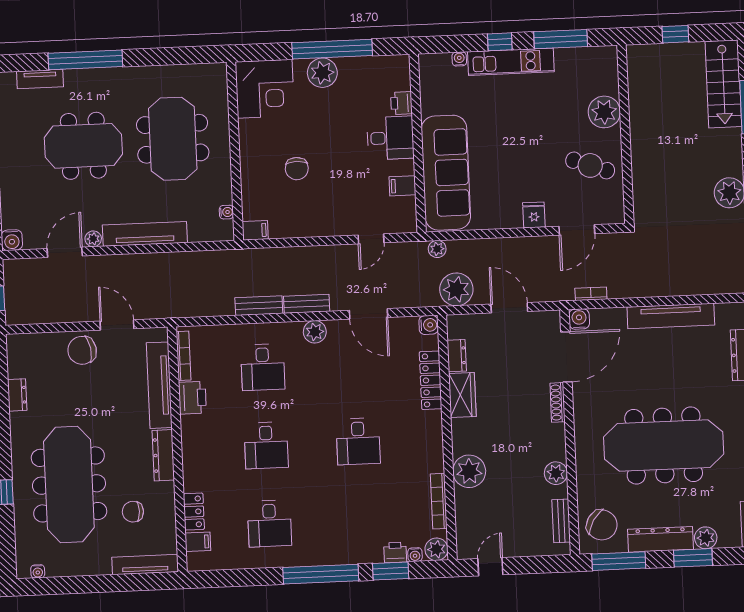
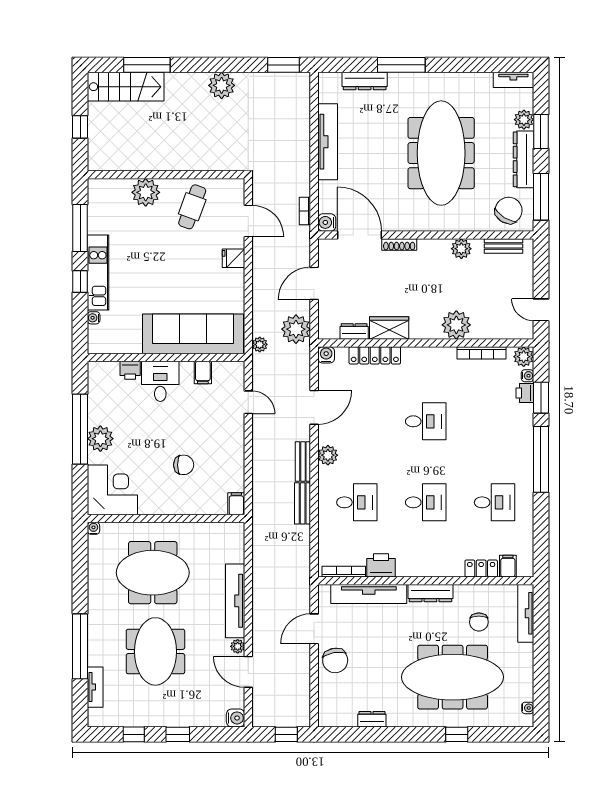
water cooler: (226, 212) -> (93, 528), moved

